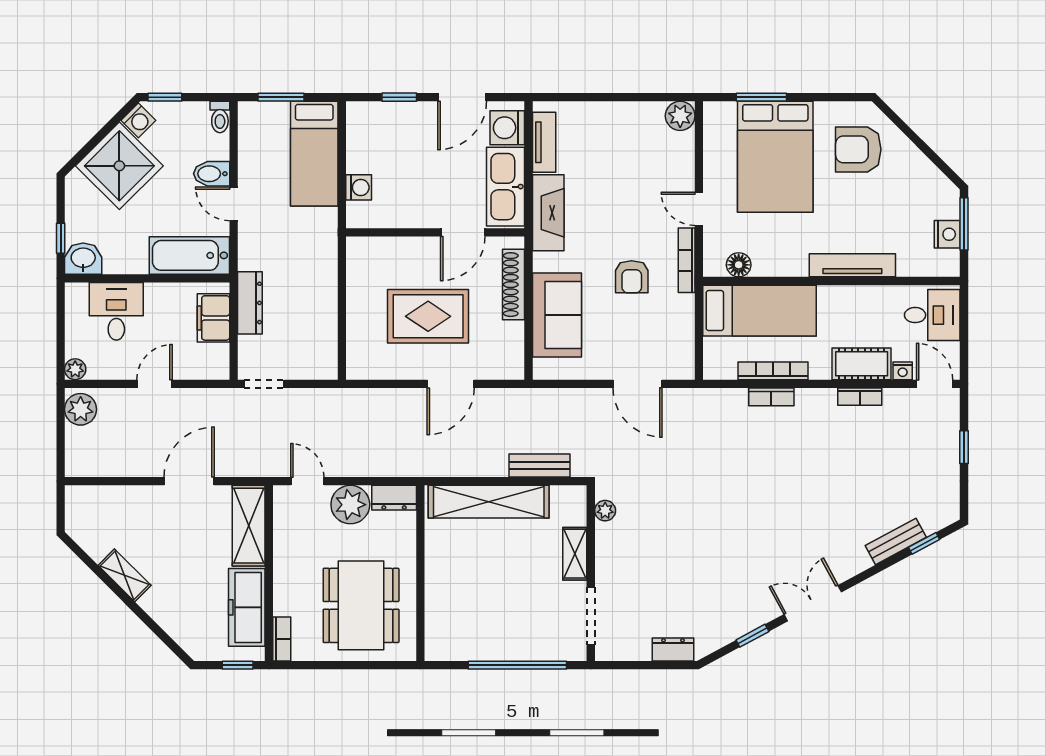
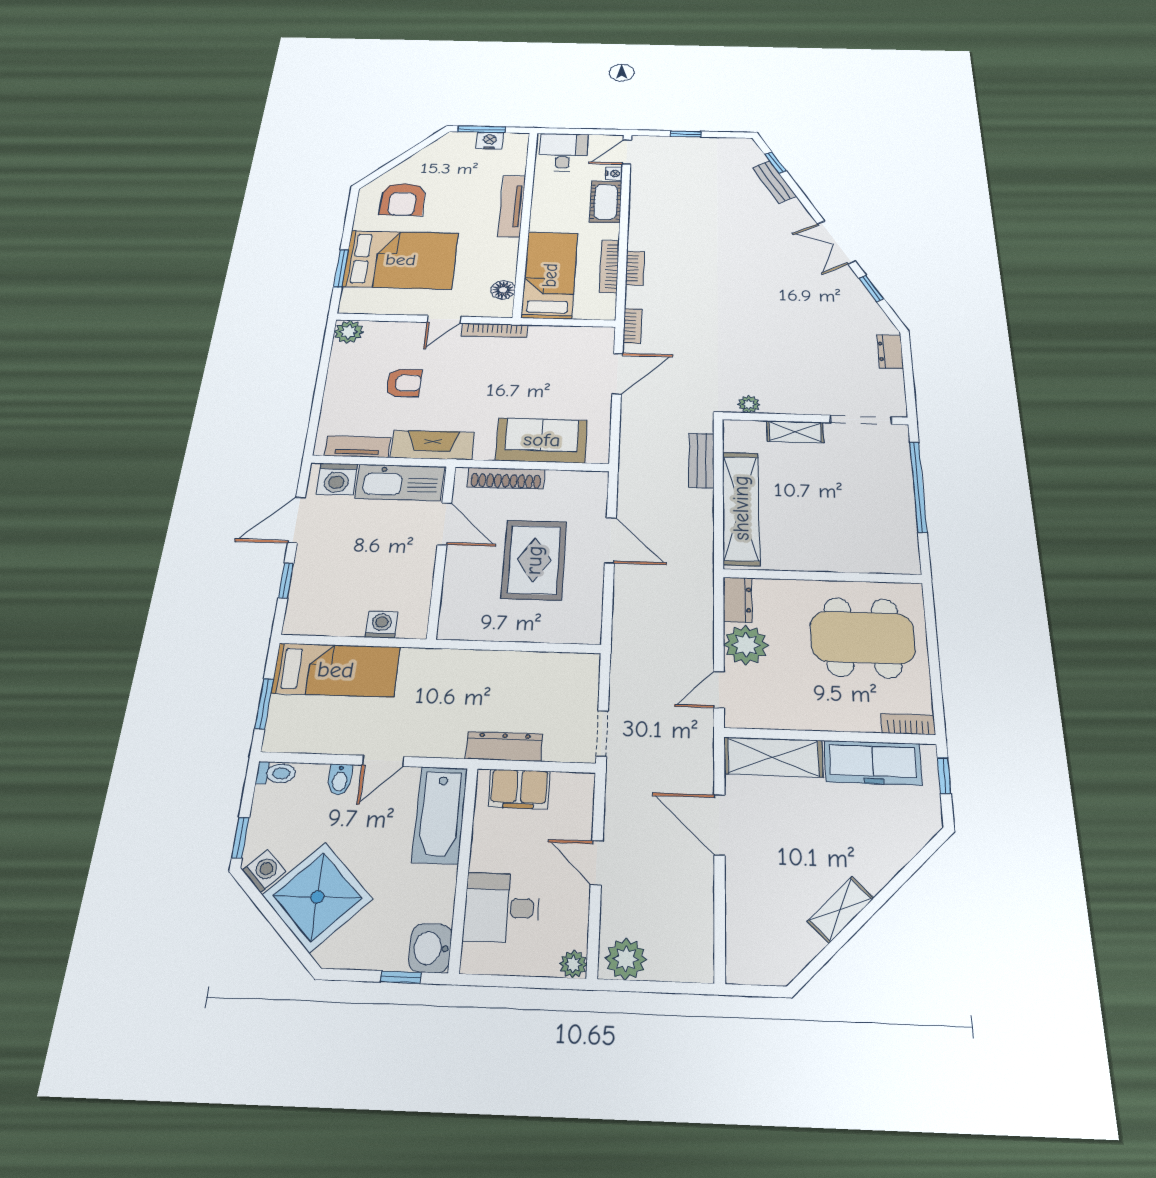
door: (462, 97) -> (297, 520), swing flipped
bidet: (212, 174) -> (340, 779), width x0.72, depth x0.74
armchair: (632, 277) -> (404, 383), moved
bookcase: (860, 397) -> (632, 326), moved

